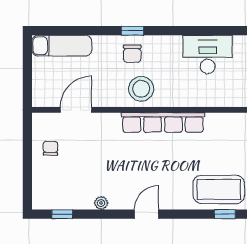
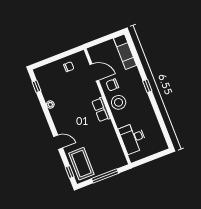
chair: (132, 54) -> (112, 85), moved
desk: (208, 54) -> (133, 138), moved, turned 180
row of seats: (163, 122) -> (101, 110), width x0.50
door: (146, 214) -> (58, 142), moved

